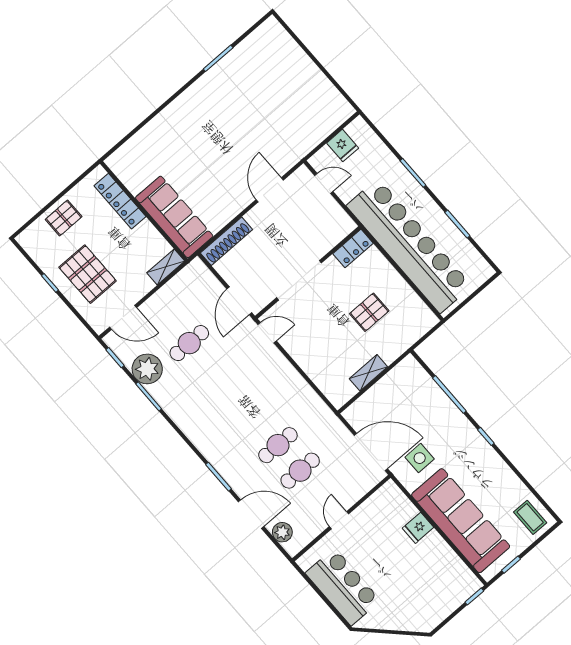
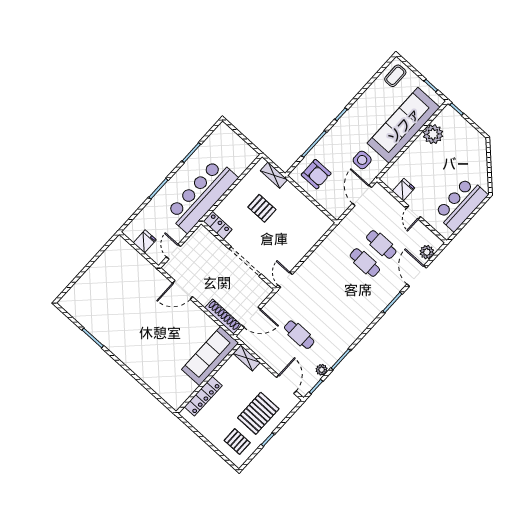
pallet: (64, 218) -> (237, 442), moved
bar counter: (409, 246) -> (202, 196), width x0.73
door: (239, 301) -> (251, 317), moved
plant: (147, 369) -> (322, 370), width x0.53, depth x0.53
shelving: (368, 373) -> (274, 175), moved
armchair: (407, 392) -> (316, 174), added
door: (371, 452) -> (362, 195), width x0.73
door: (339, 520) -> (413, 212), hinge flipped
fridge: (418, 528) -> (403, 190), moved, turned -90
plant: (444, 560) -> (433, 134), added

